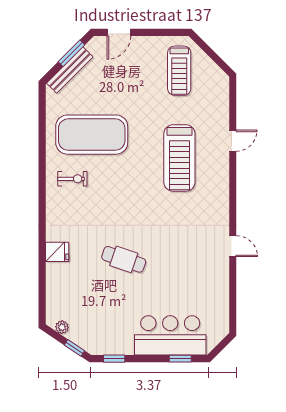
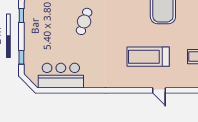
door: (233, 246) -> (92, 90), removed
bar counter: (170, 335) -> (61, 76), moved, turned -90

